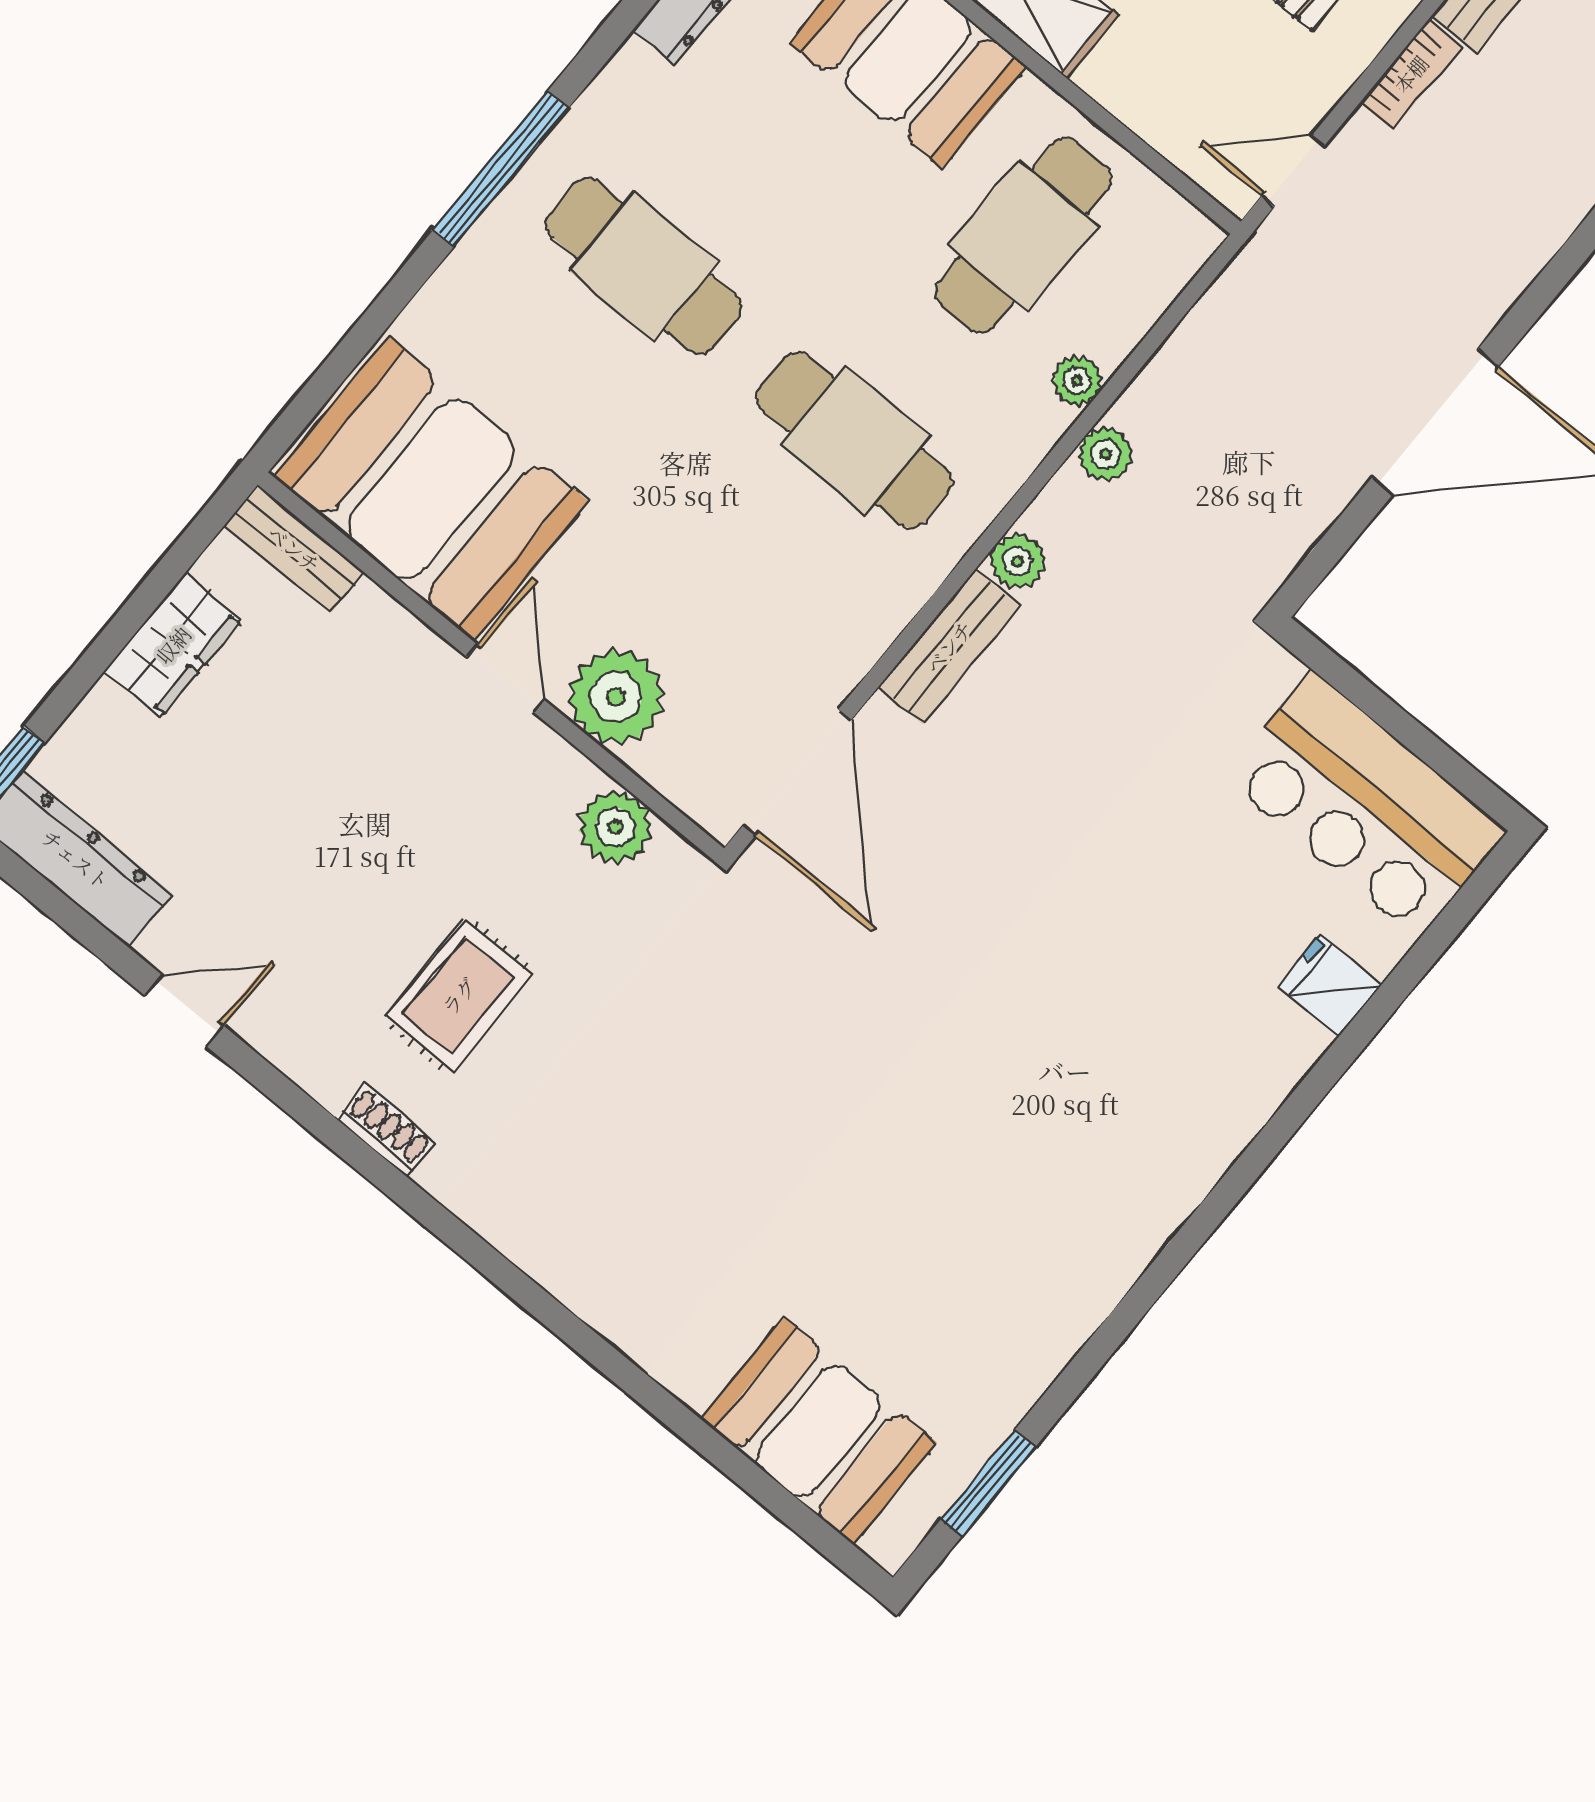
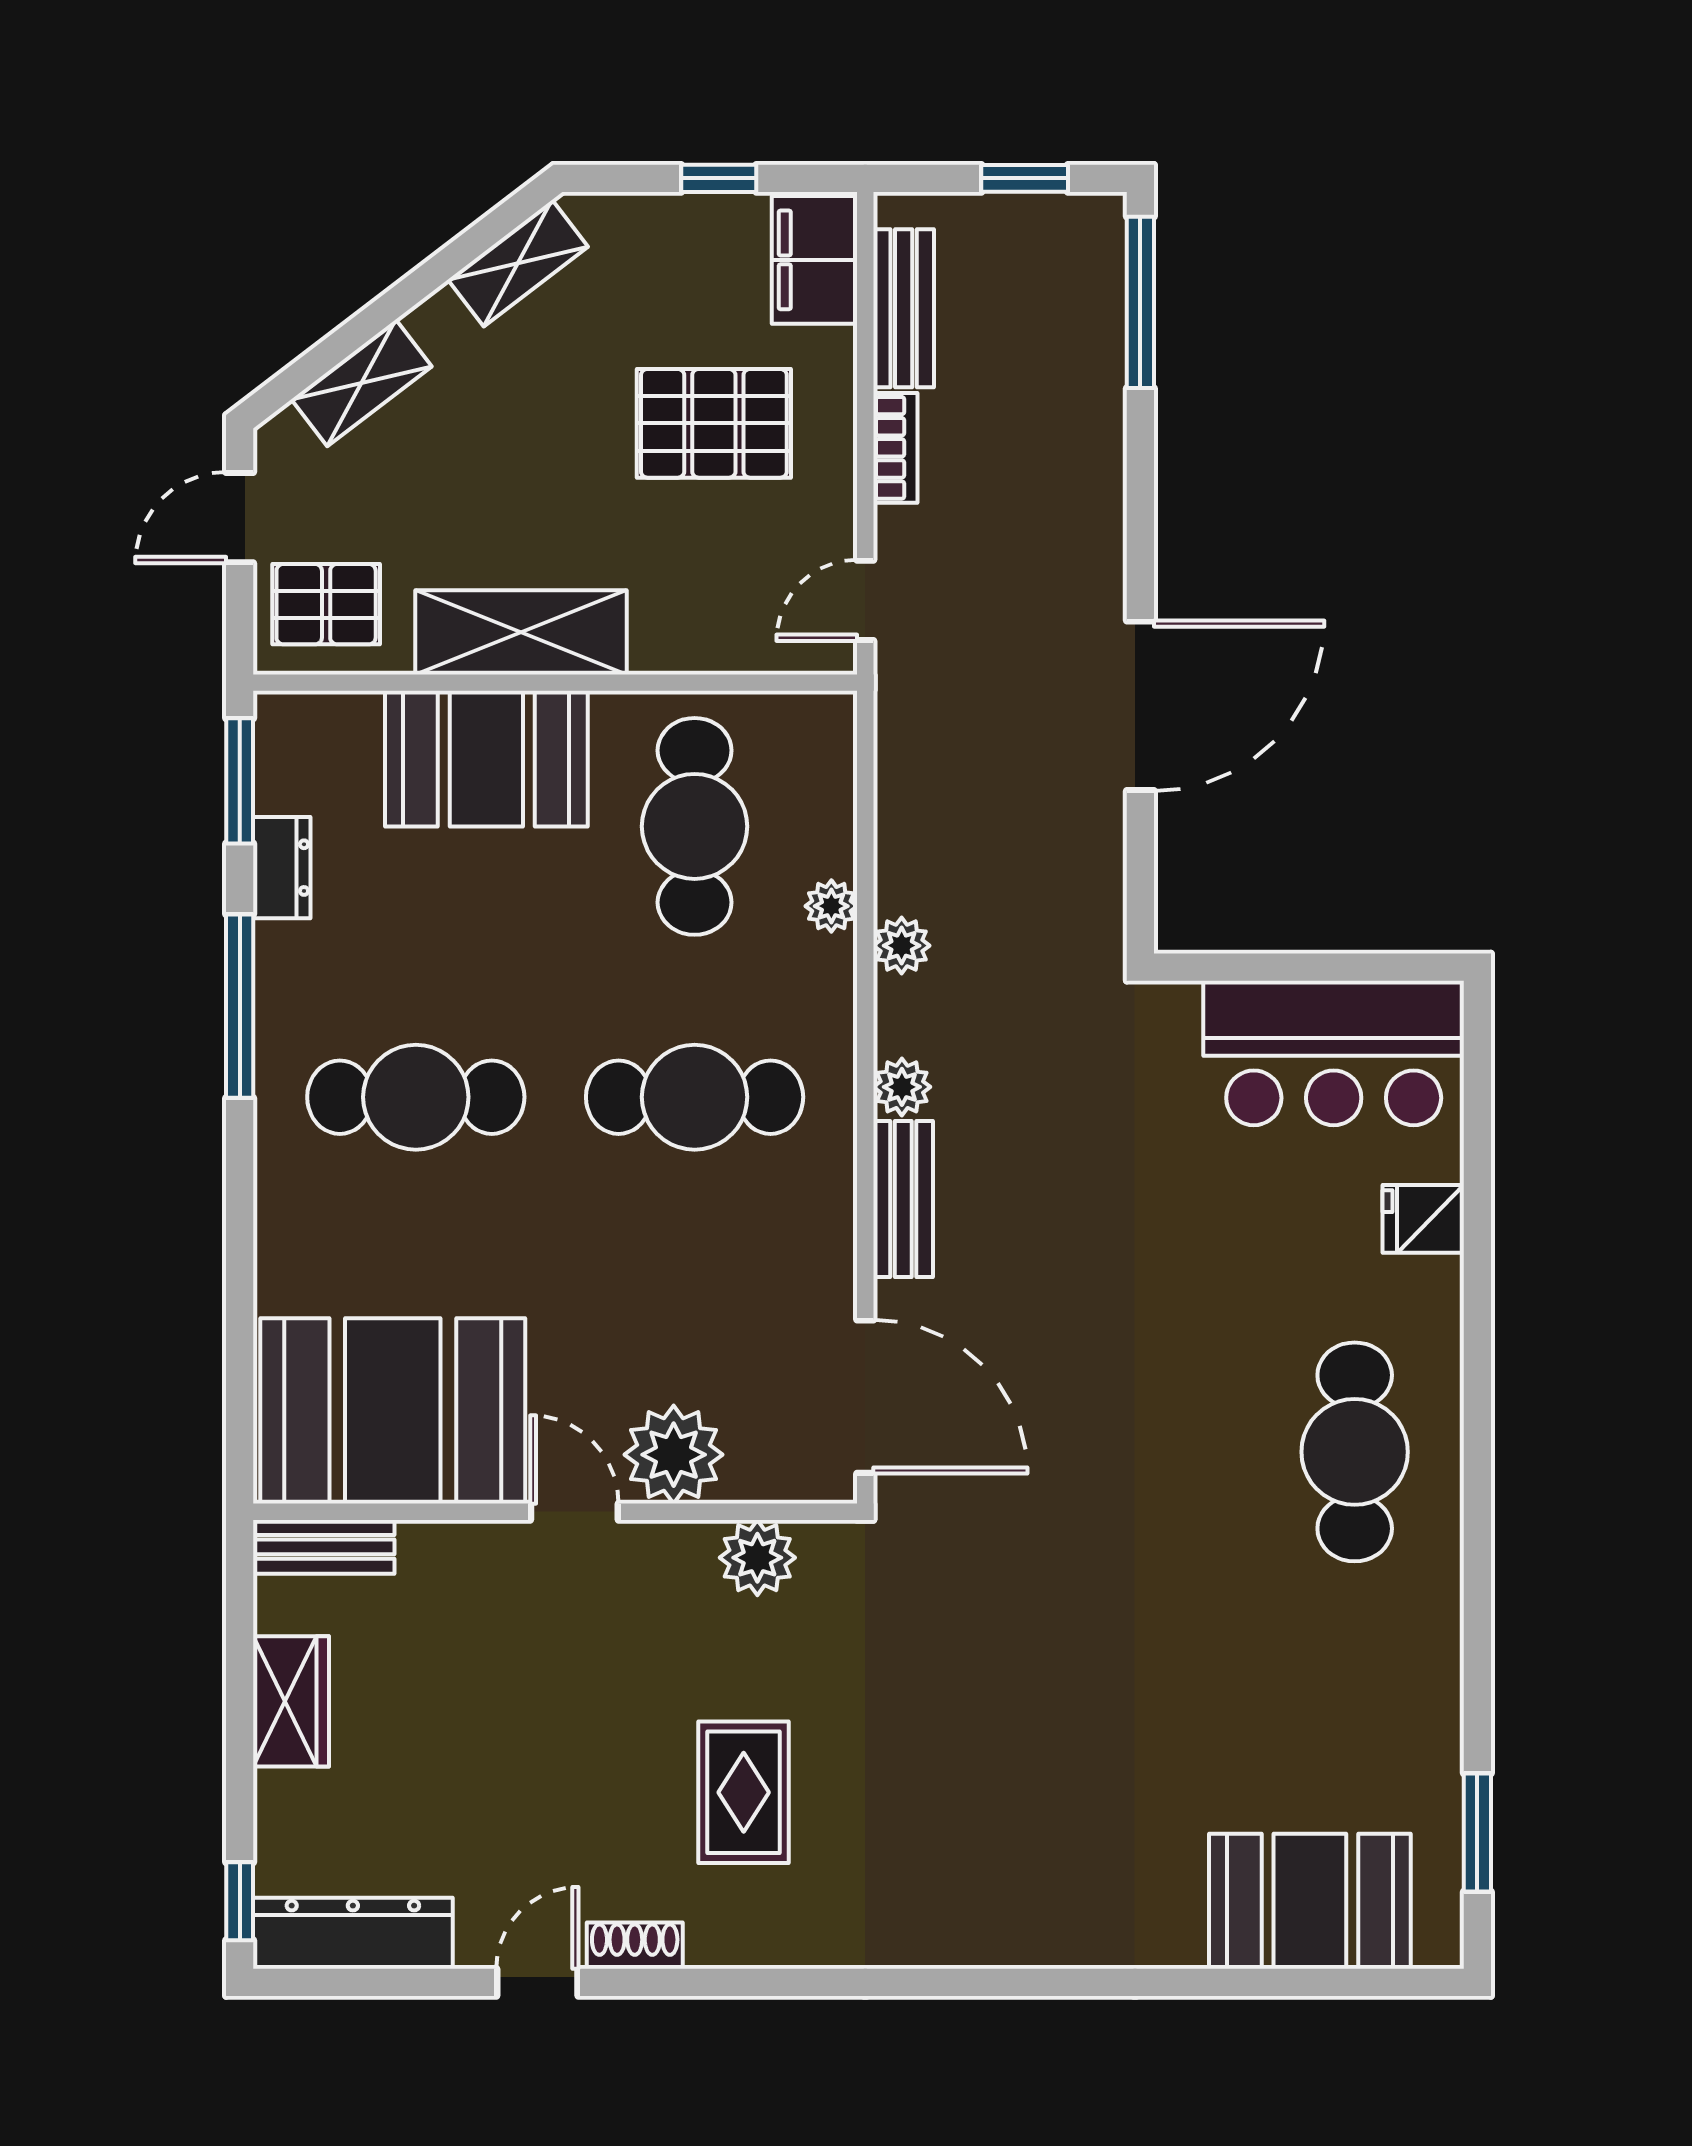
window: (501, 169) -> (240, 1006), moved
cafe table: (1132, 1119) -> (1355, 1452), added
shoe rack: (386, 1130) -> (635, 1946), moved

